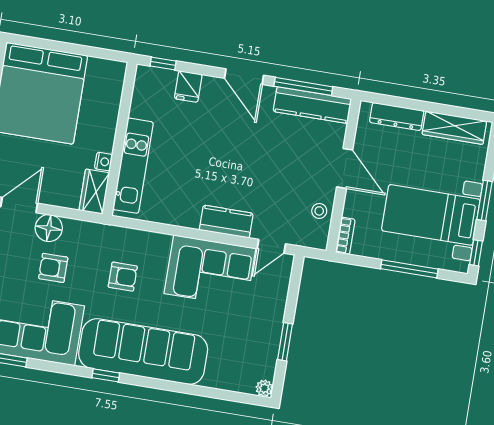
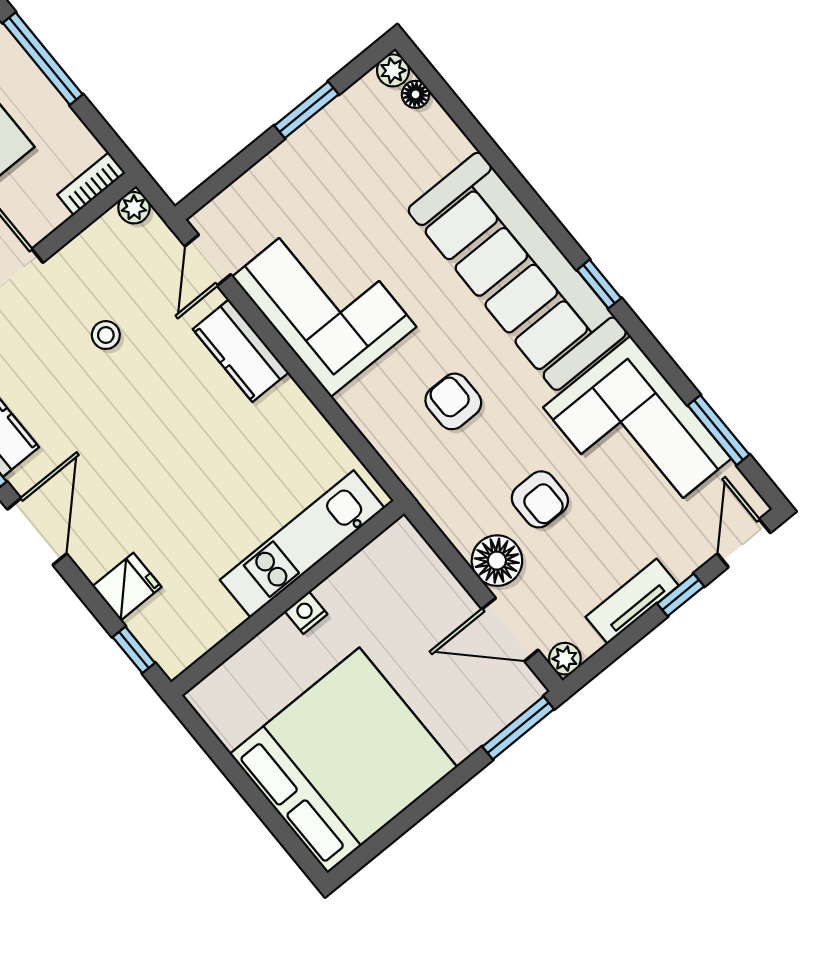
nightstand: (103, 162) -> (306, 613), moved
wardrobe: (94, 192) -> (388, 555), removed
stool: (319, 211) -> (106, 335), moved
plant: (320, 241) -> (134, 208), added
door: (271, 246) -> (208, 260), swing flipped
floor lamp: (247, 387) -> (416, 94), added

